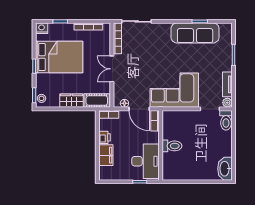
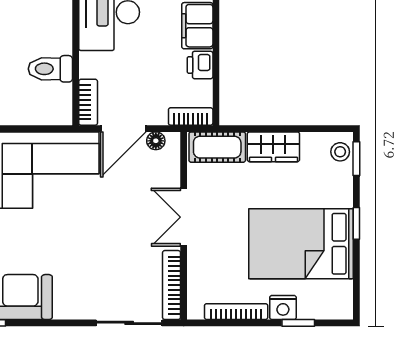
nightstand: (42, 28) -> (283, 308), moved
double door: (112, 69) -> (184, 217), swing flipped
door: (139, 109) -> (123, 129), swing flipped
toilet: (172, 146) -> (50, 69), moved

